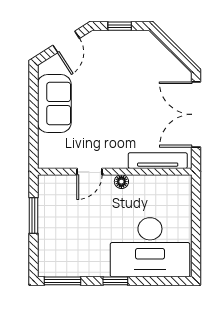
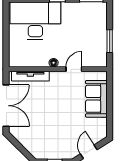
sofa: (54, 104) -> (96, 99), moved

